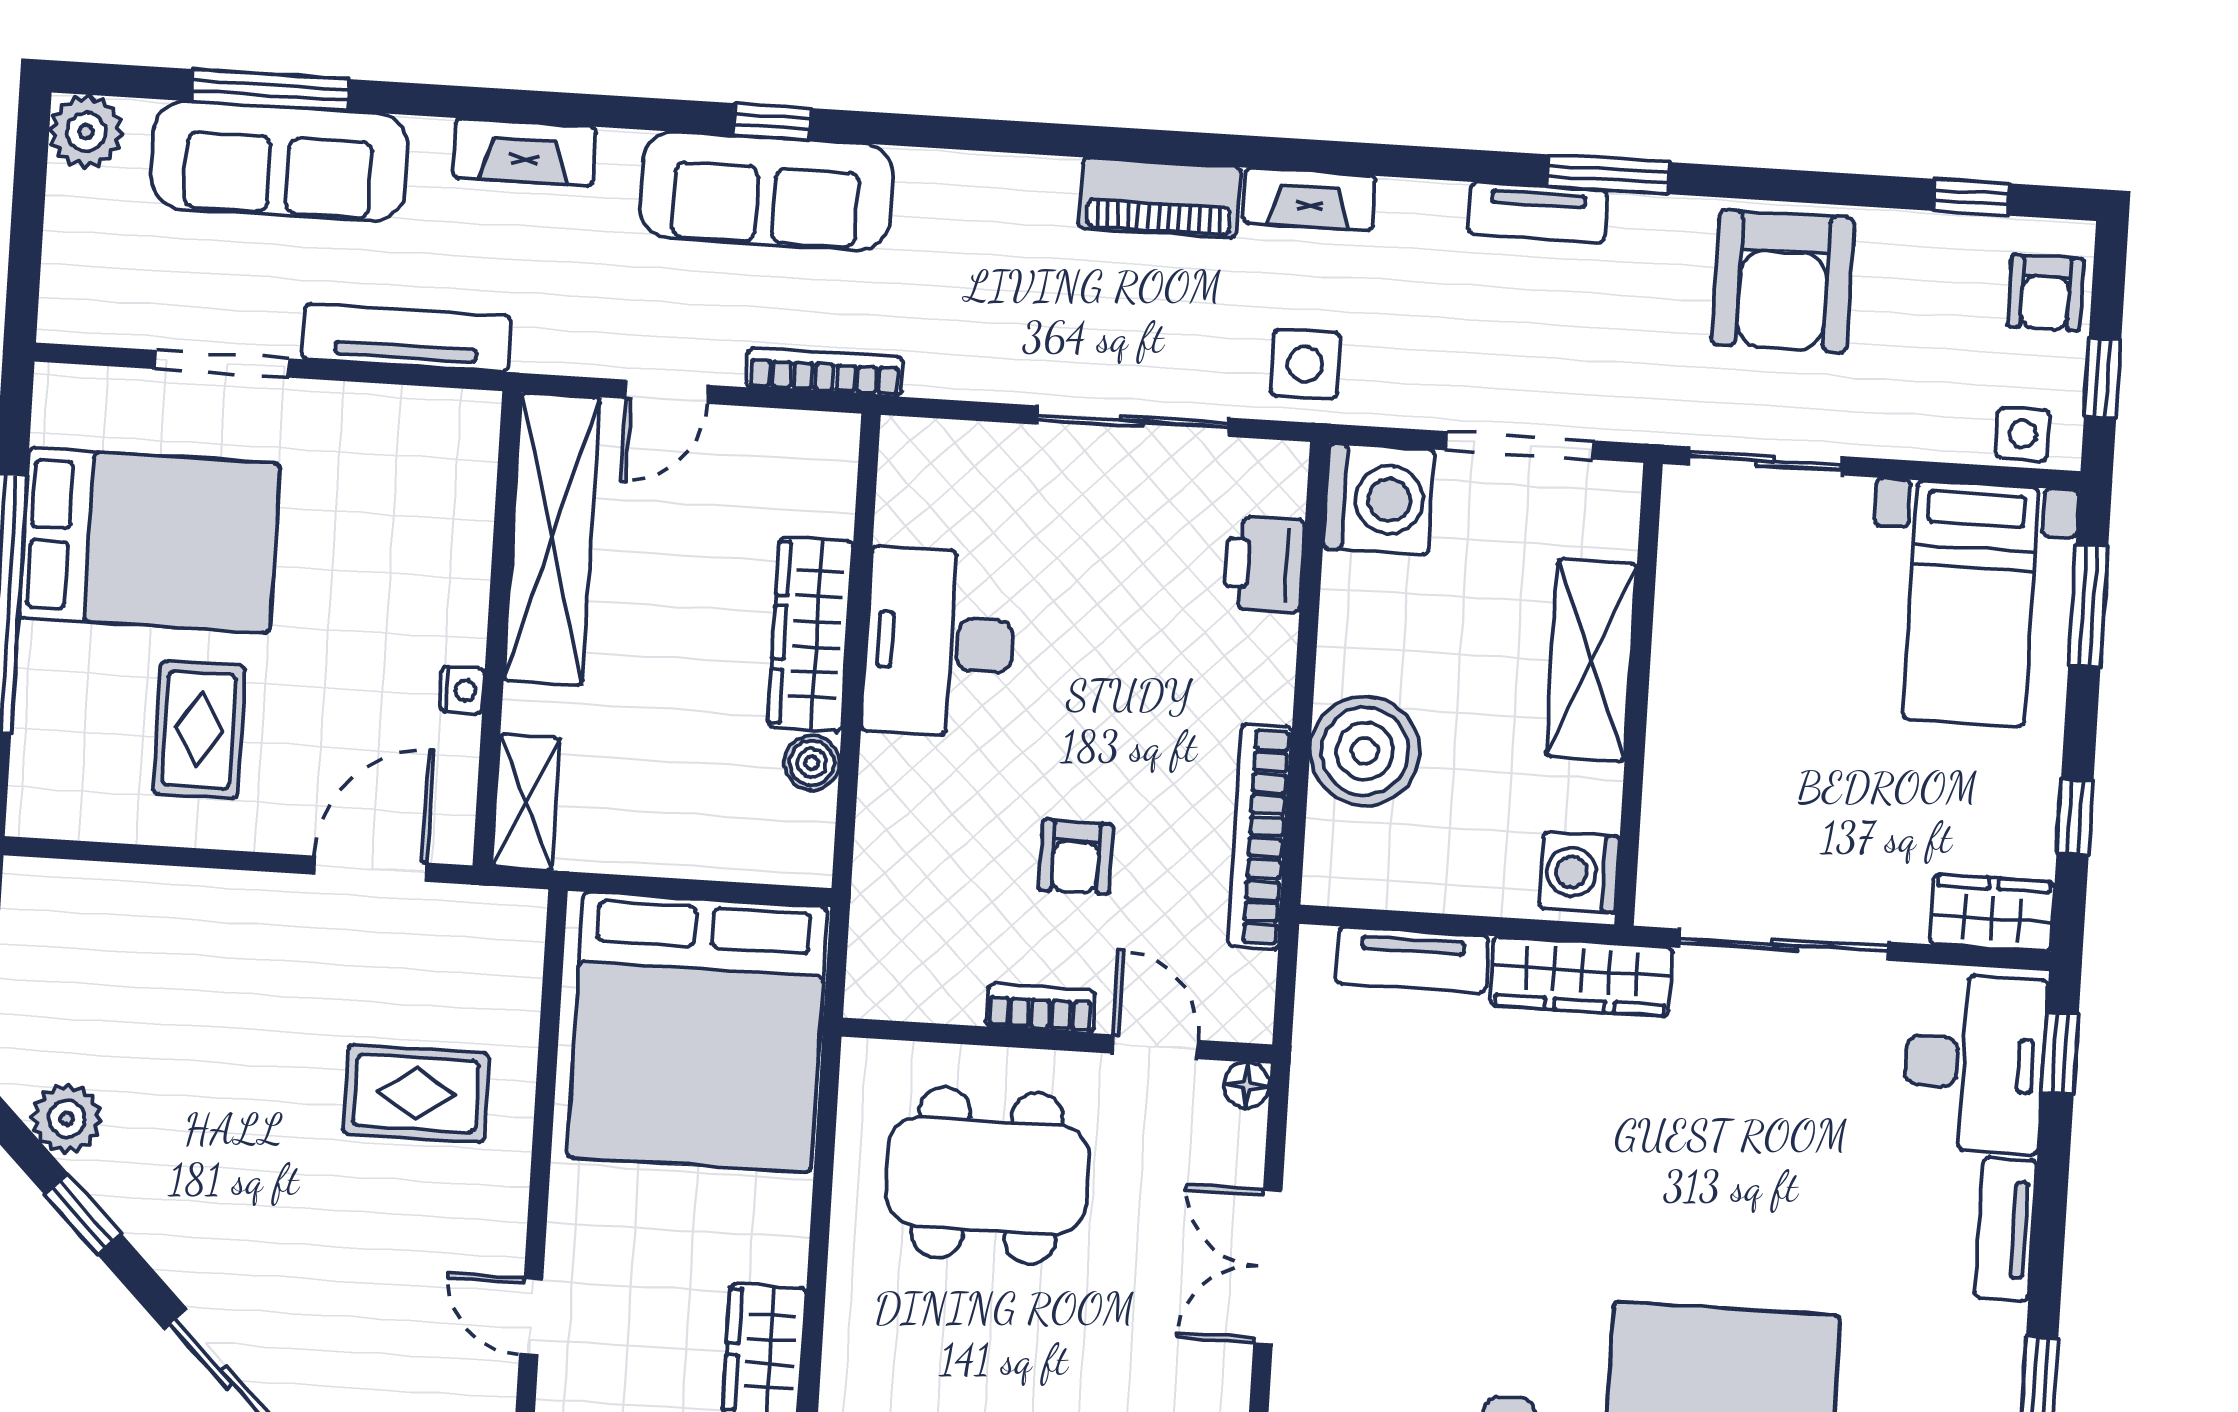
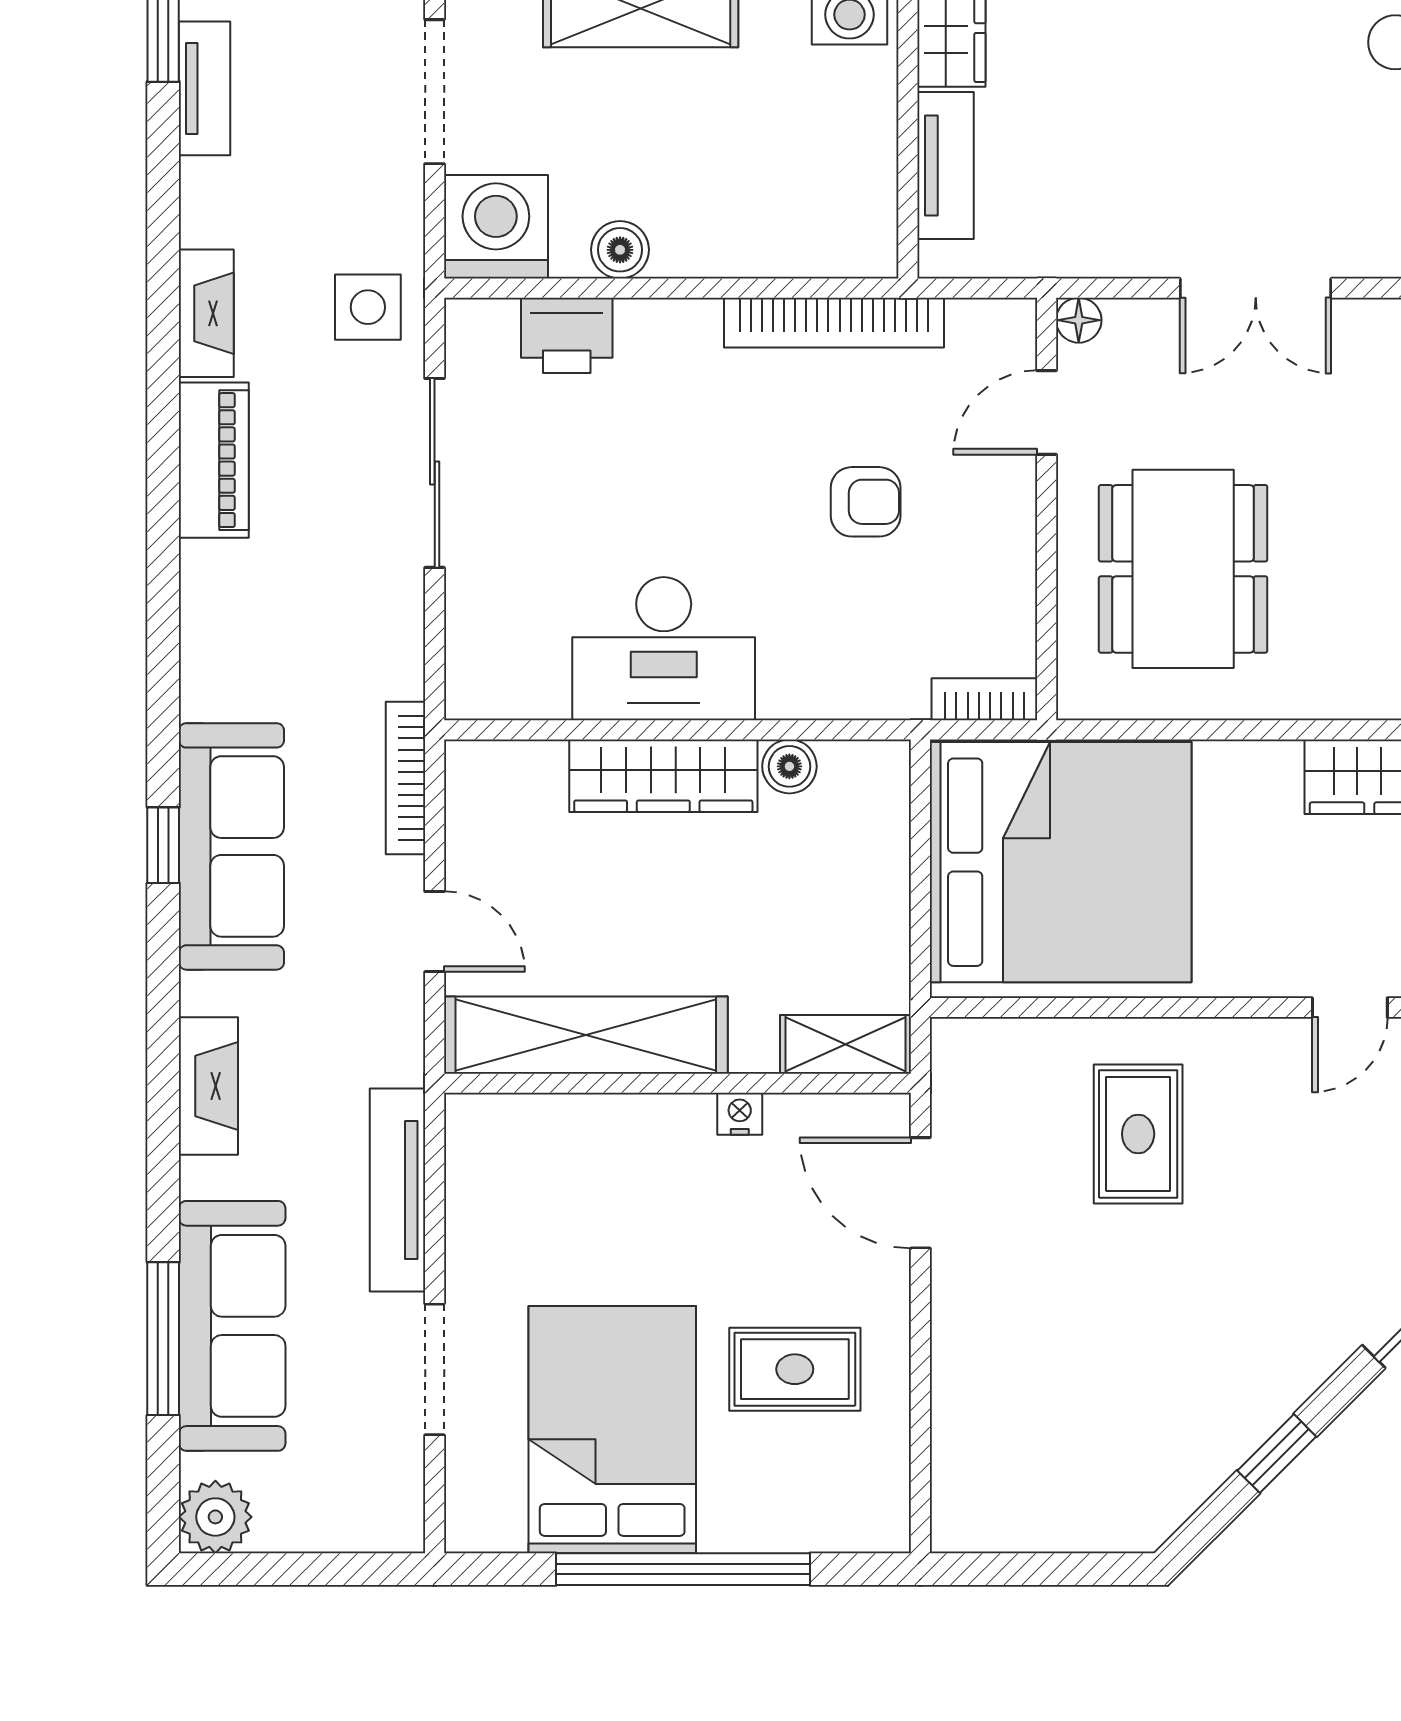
boiler: (1365, 751) -> (620, 250), moved, width x0.54, depth x0.54
bookcase: (1041, 1008) -> (984, 699), moved, turned 90
plant: (67, 1119) -> (1184, 1475), removed

